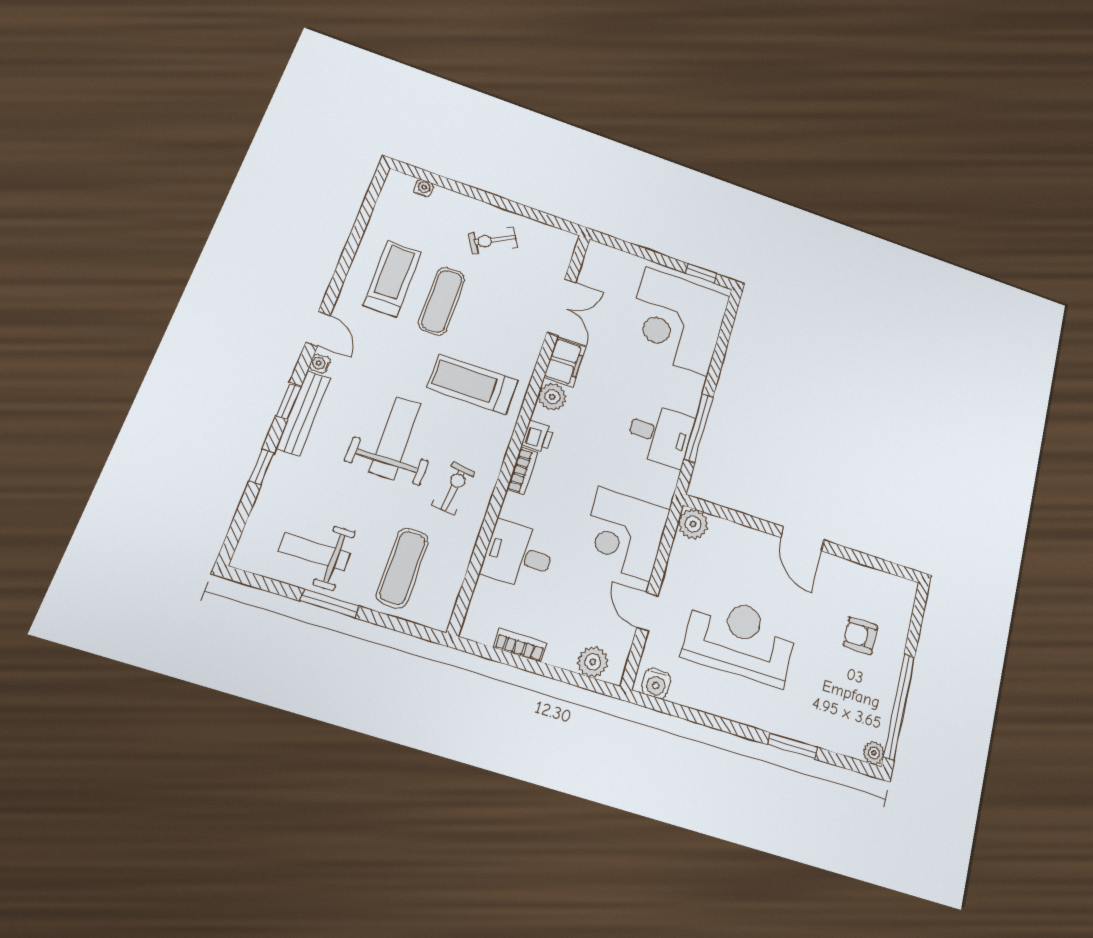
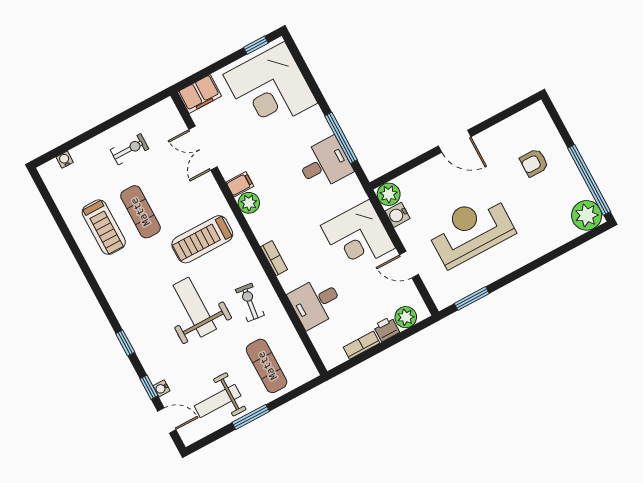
exercise bike: (493, 240) -> (129, 149), turned -150
filing cabinet: (608, 261) -> (200, 94), added
treadmill: (392, 279) -> (104, 227), turned 180
double door: (561, 307) -> (203, 148), swing flipped
door: (318, 329) -> (167, 420), moved
filing cabinet: (565, 362) -> (240, 184), width x0.50
water cooler: (320, 364) -> (161, 388), moved
bench: (303, 413) -> (139, 342), removed
printer: (538, 436) -> (386, 329), moved, turned -90
water cooler: (656, 684) -> (397, 215), moved, turned 90
window: (793, 746) -> (472, 298), moved
plant: (874, 753) -> (587, 215), width x1.88, depth x1.88

